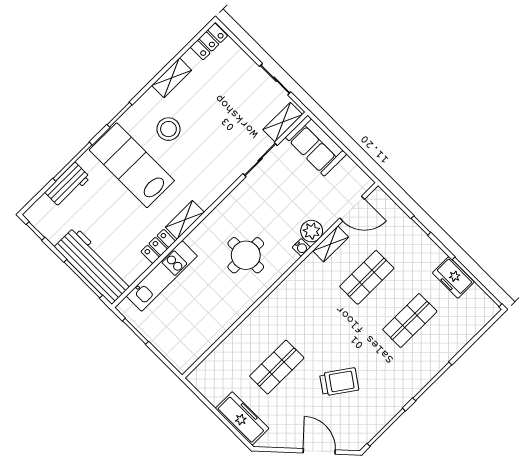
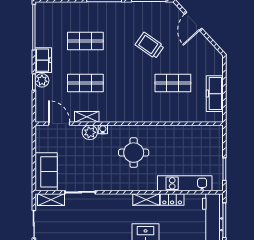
plant: (414, 235) -> (42, 80), added
freezer: (453, 277) -> (43, 60), moved
freezer: (242, 418) -> (215, 94), moved

